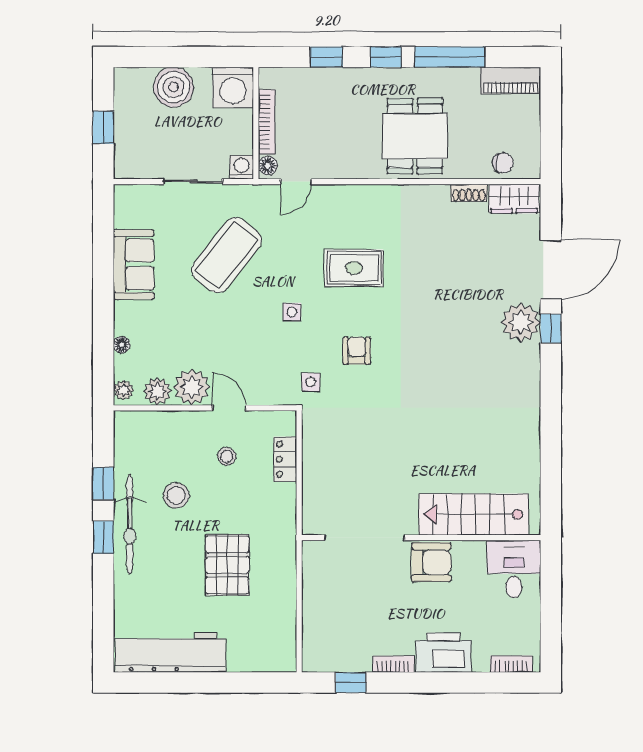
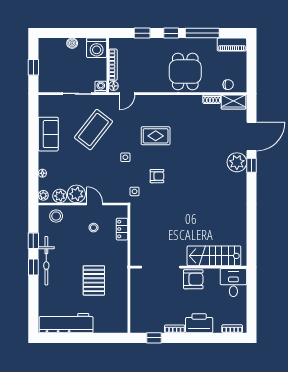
boiler: (174, 87) -> (72, 43), width x0.54, depth x0.54
armchair: (357, 351) -> (157, 176), turned 90
stool: (176, 495) -> (56, 216), moved

